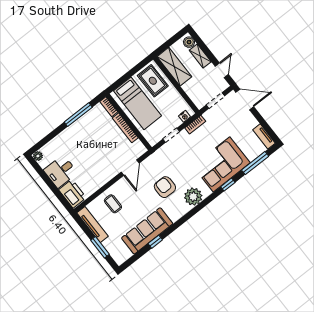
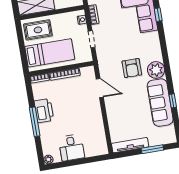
window: (78, 115) -> (35, 122), moved
armchair: (165, 187) -> (132, 68), turned -90
printer: (73, 194) -> (44, 111), moved, turned 90
plant: (193, 197) -> (156, 70), moved
coffee table: (113, 204) -> (122, 119), removed

